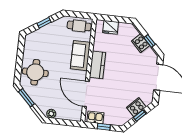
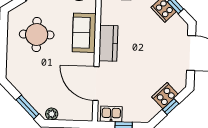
round table: (35, 72) -> (37, 34), moved
window: (26, 98) -> (28, 107), moved

